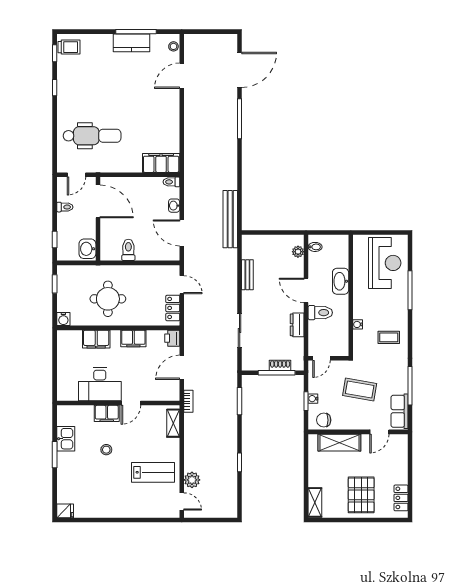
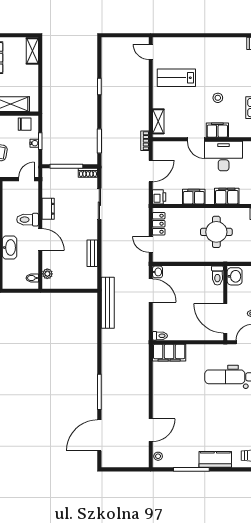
kitchen counter: (132, 43) -> (215, 459), moved
washbasin: (174, 206) -> (158, 272), moved
toilet: (128, 250) -> (217, 275), moved
shoe rack: (280, 365) -> (88, 173), moved
door: (131, 403) -> (196, 139), swing flipped
plant: (192, 480) -> (142, 71), removed

